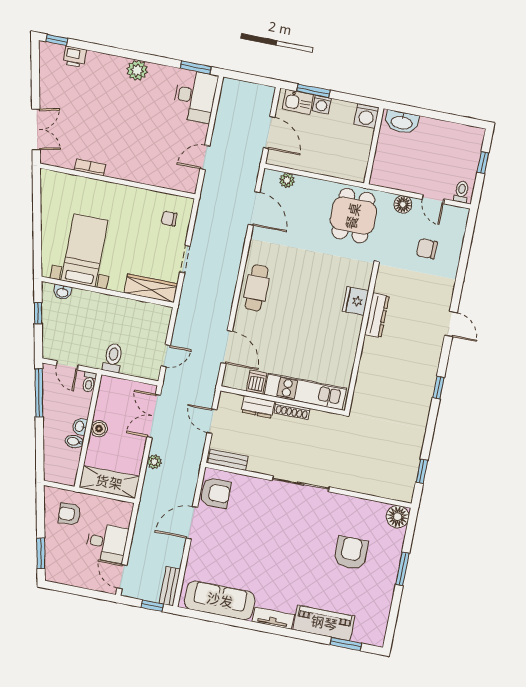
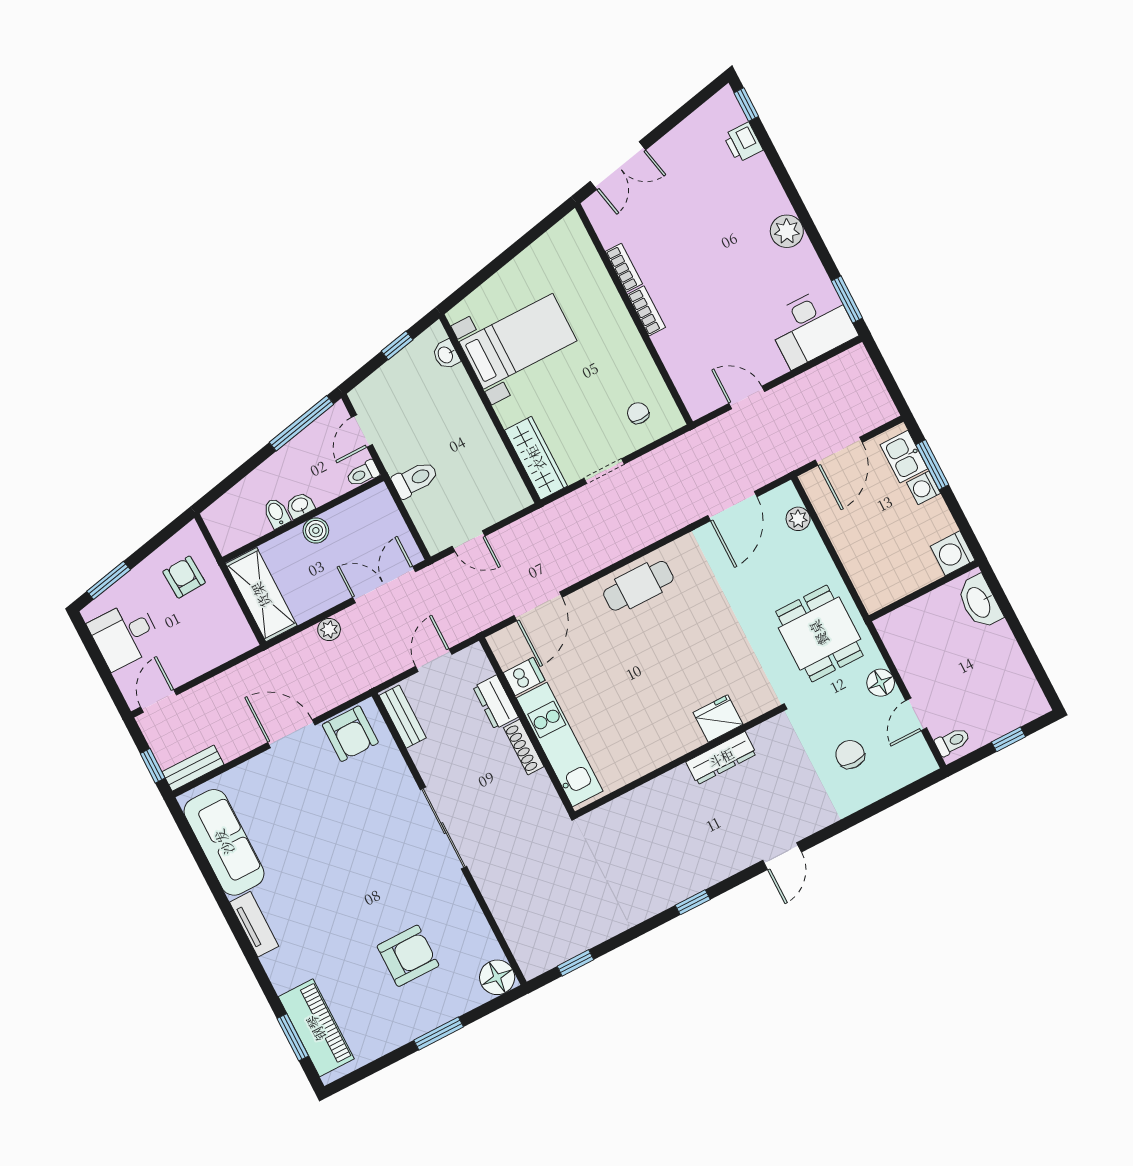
bookcase: (121, 173) -> (646, 311), added
dining table: (353, 216) -> (819, 633), turned 90
desk: (107, 543) -> (125, 635), moved, turned 90
piano: (324, 623) -> (316, 1028), moved

